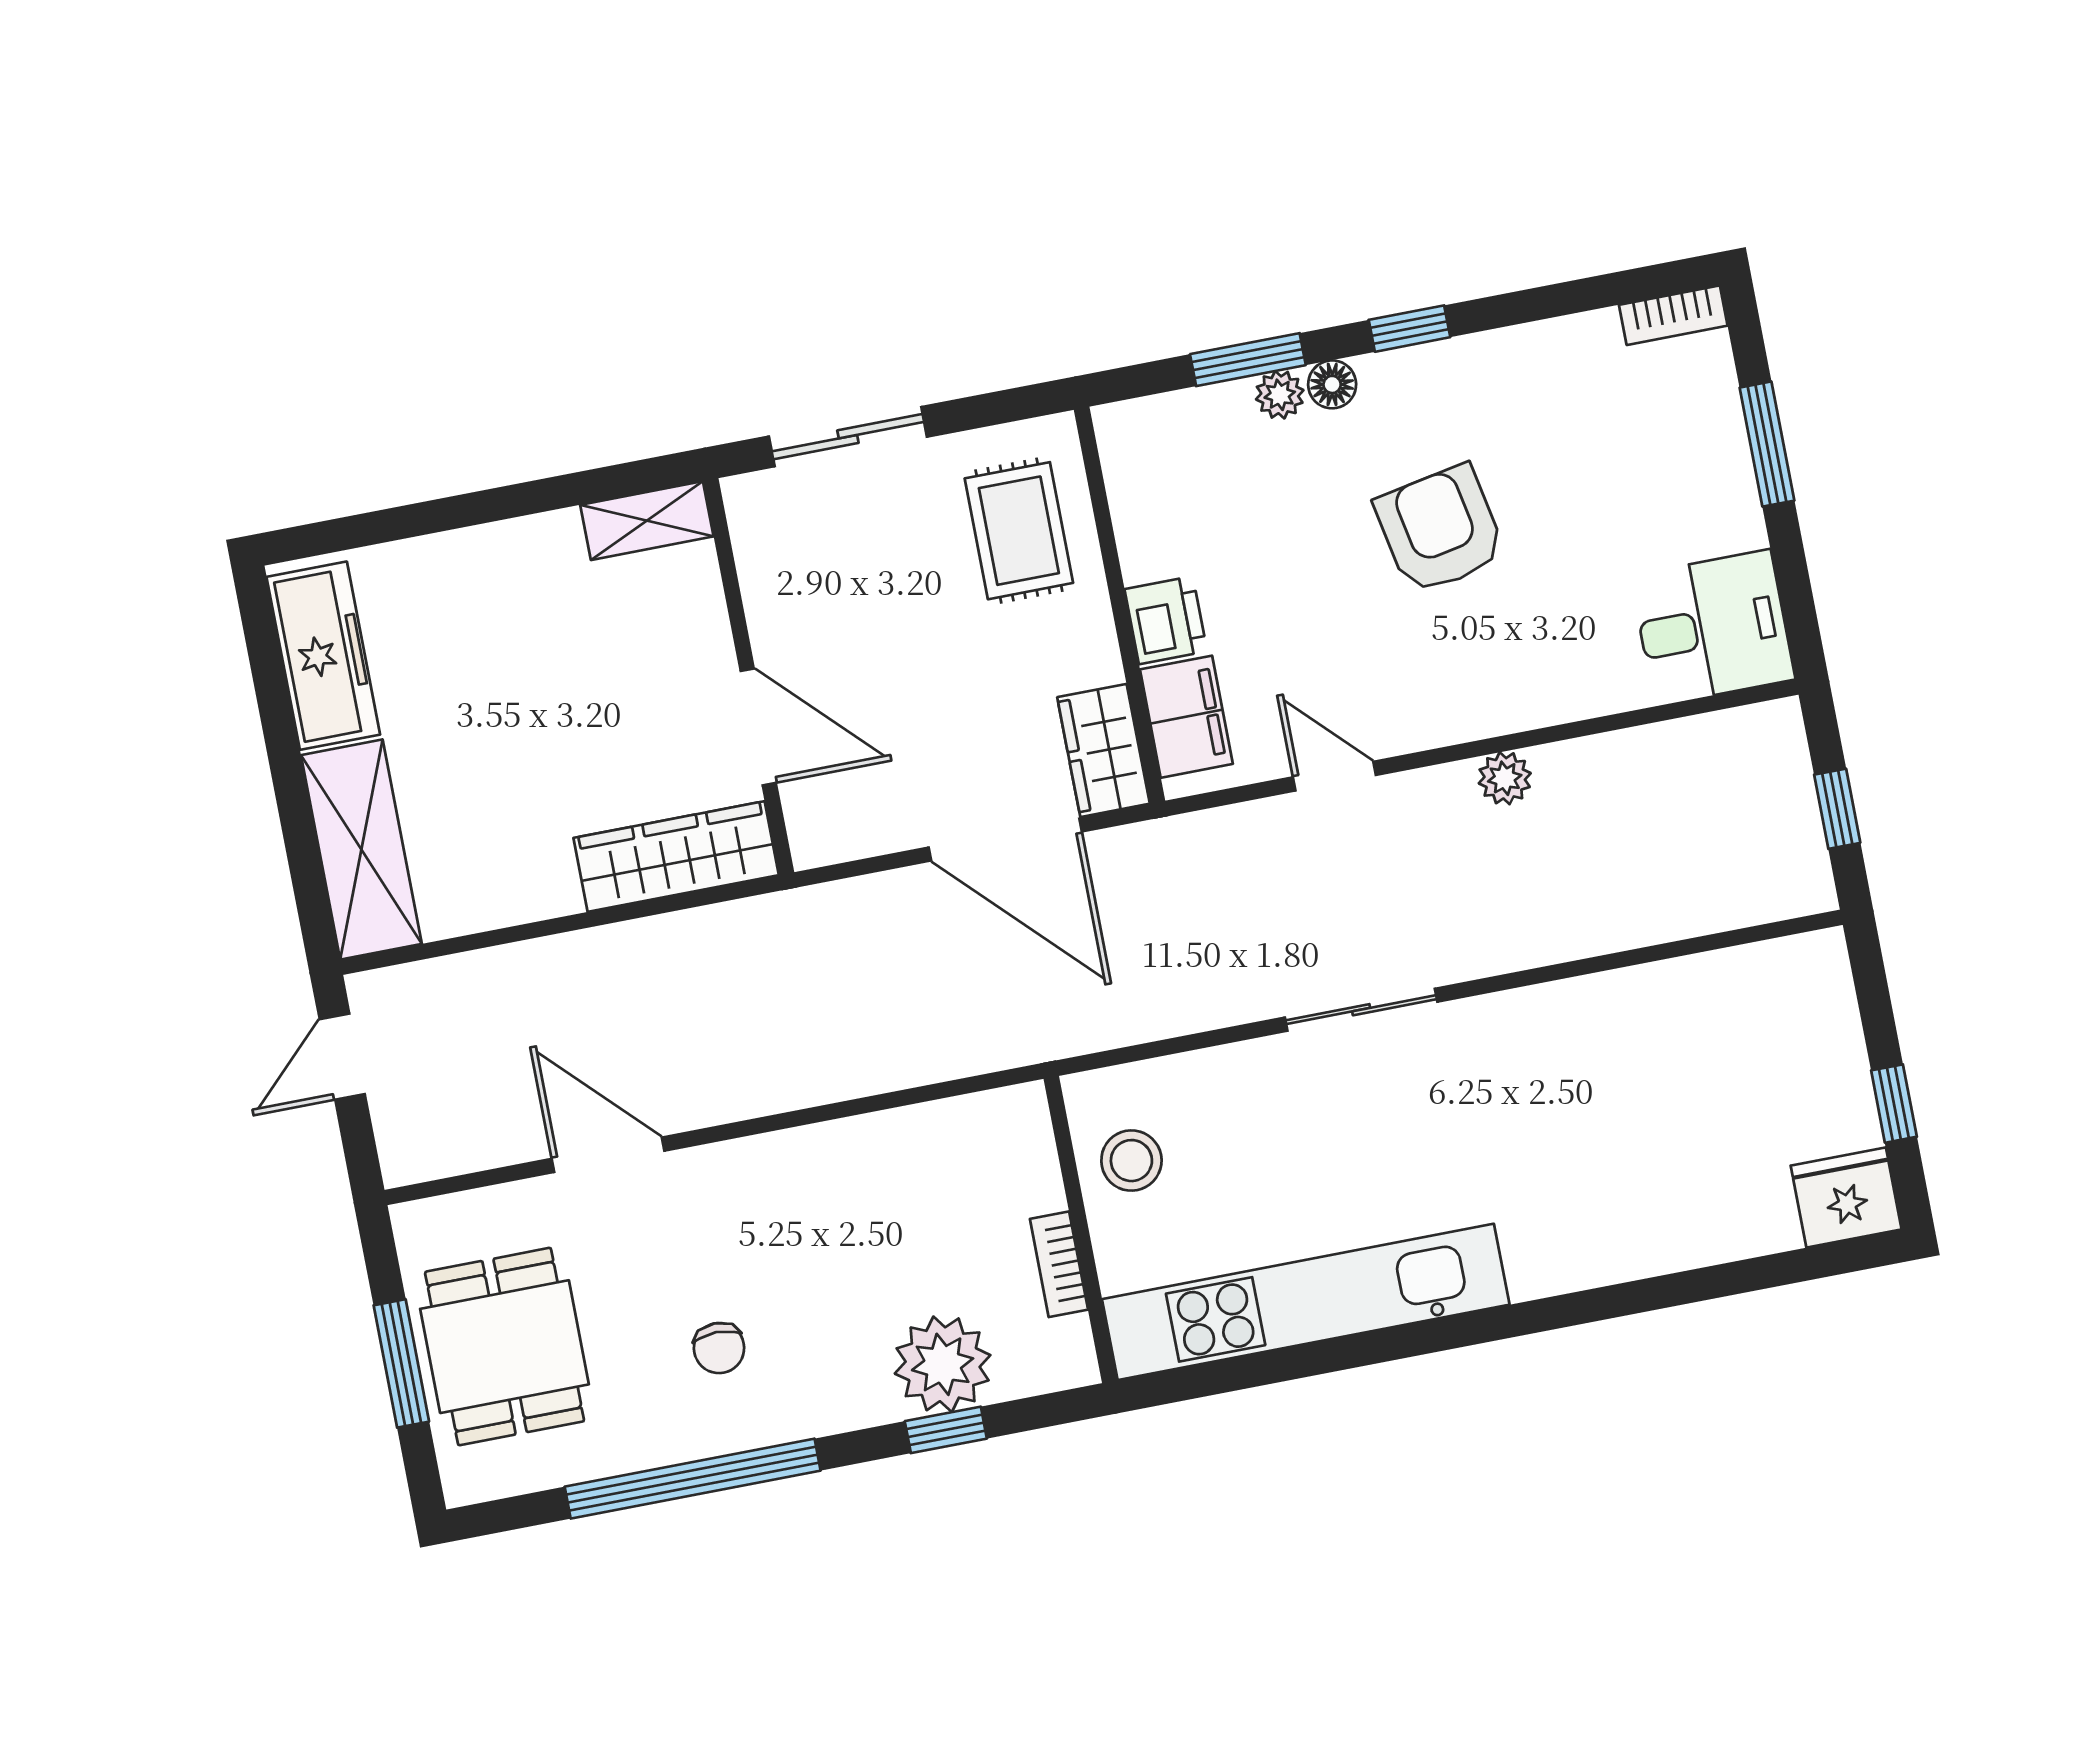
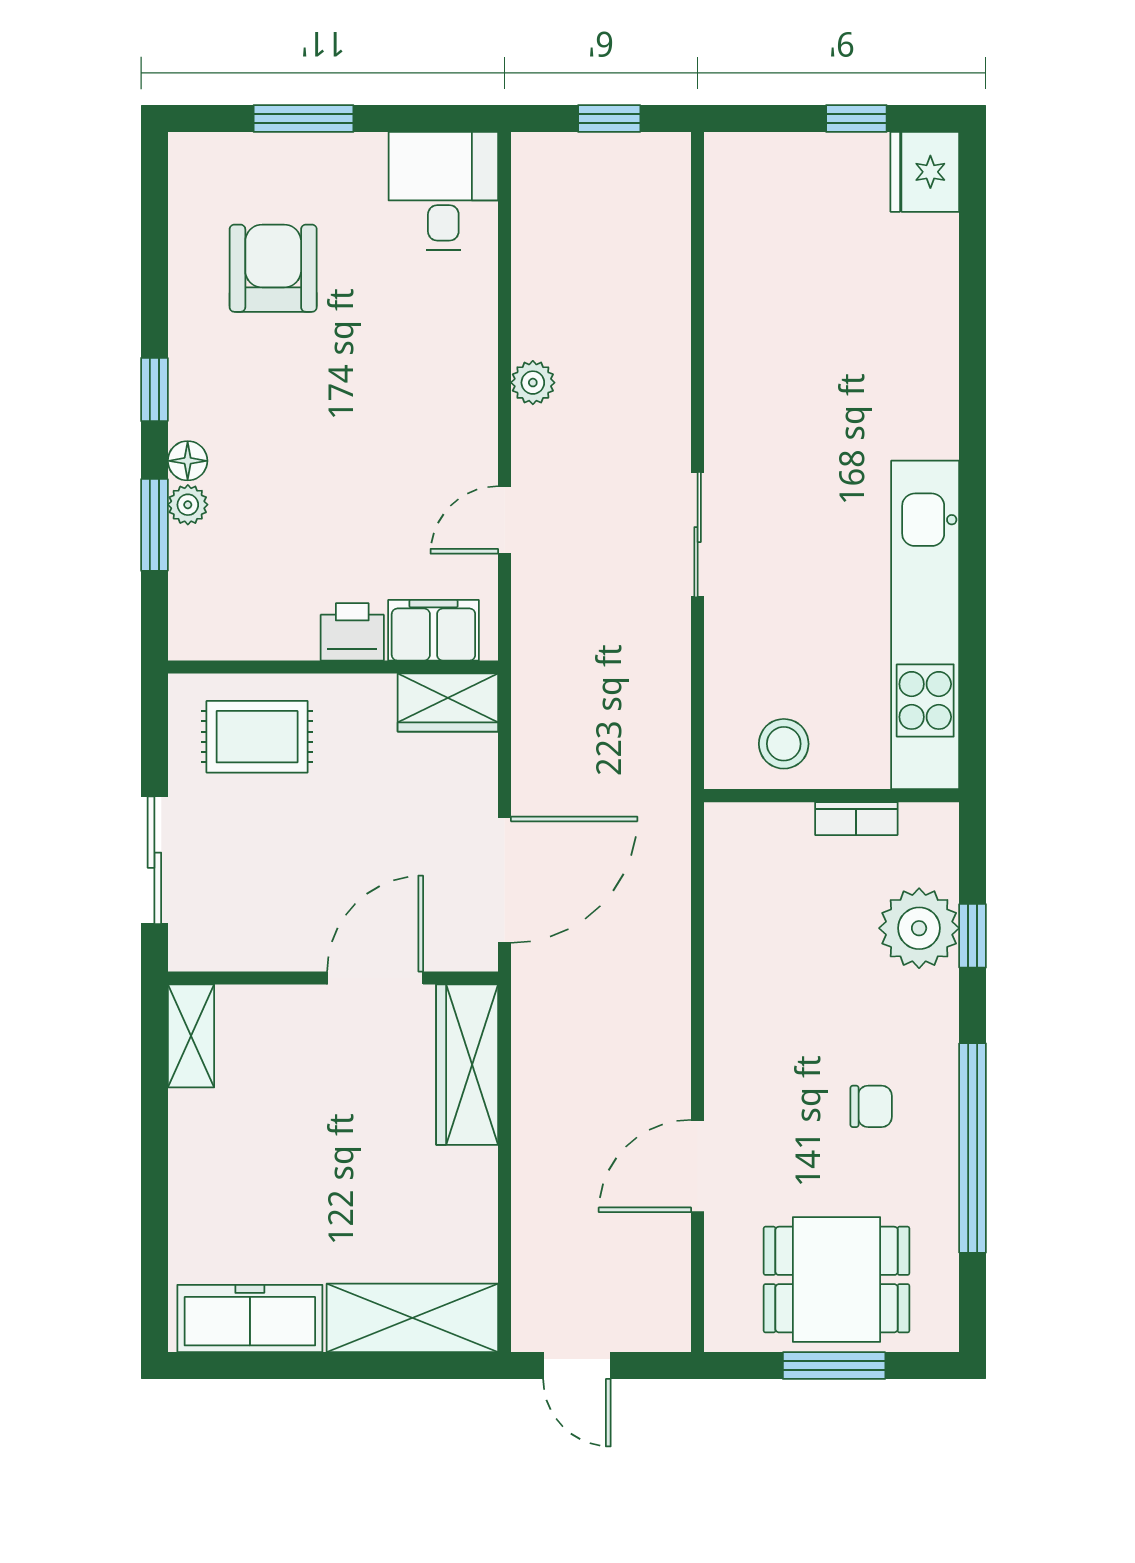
bookcase: (1673, 315) -> (185, 174), removed
armchair: (1440, 530) -> (273, 268), moved, turned 101
door: (1005, 839) -> (505, 880), moved

